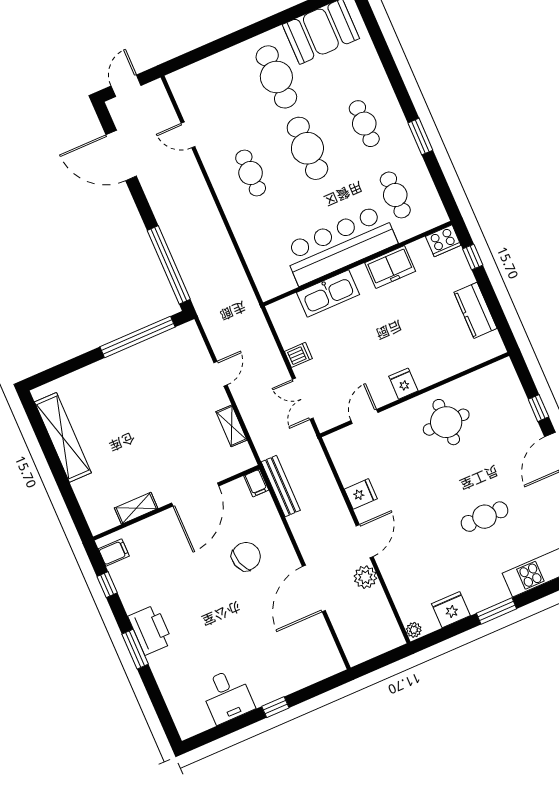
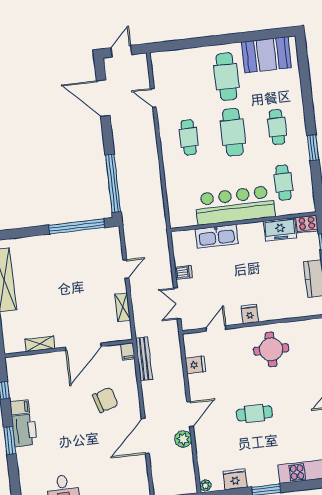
freezer: (390, 267) -> (280, 229), moved
fridge: (361, 494) -> (195, 365), moved
cafe table: (485, 517) -> (254, 413), moved
filing cabinet: (114, 552) -> (20, 407), moved

